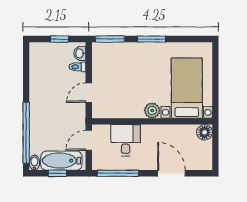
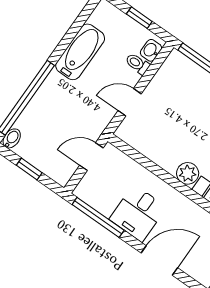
desk: (126, 140) -> (138, 213), moved, turned 180
bathtub: (61, 161) -> (80, 52), moved, turned 90
door: (171, 173) -> (159, 260), hinge flipped

